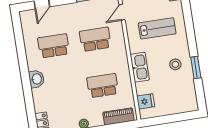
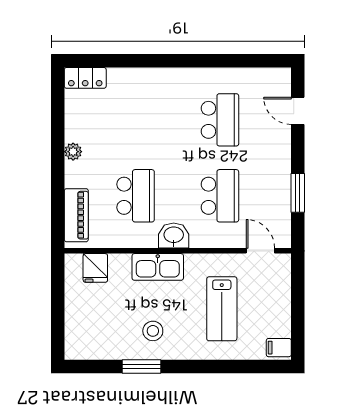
washbasin: (36, 79) -> (174, 236), moved, turned 180

